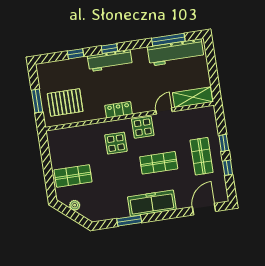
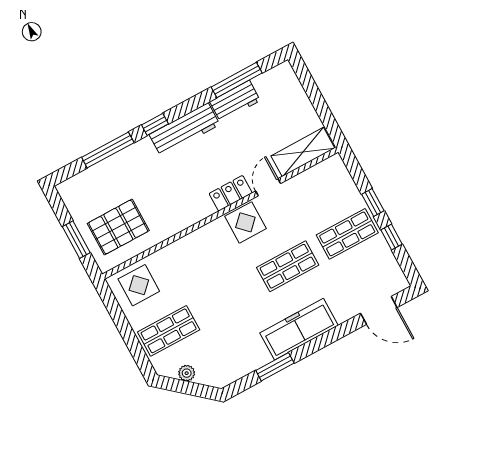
workbench: (176, 52) -> (235, 101), width x0.53, depth x0.76
window: (76, 54) -> (108, 150), width x2.17
workbench: (110, 61) -> (184, 130), moved
locker: (119, 110) -> (231, 193), moved
display table: (116, 143) -> (139, 285), moved
shop shelf: (202, 156) -> (347, 234), turned 90
door: (204, 209) -> (379, 310), swing flipped

